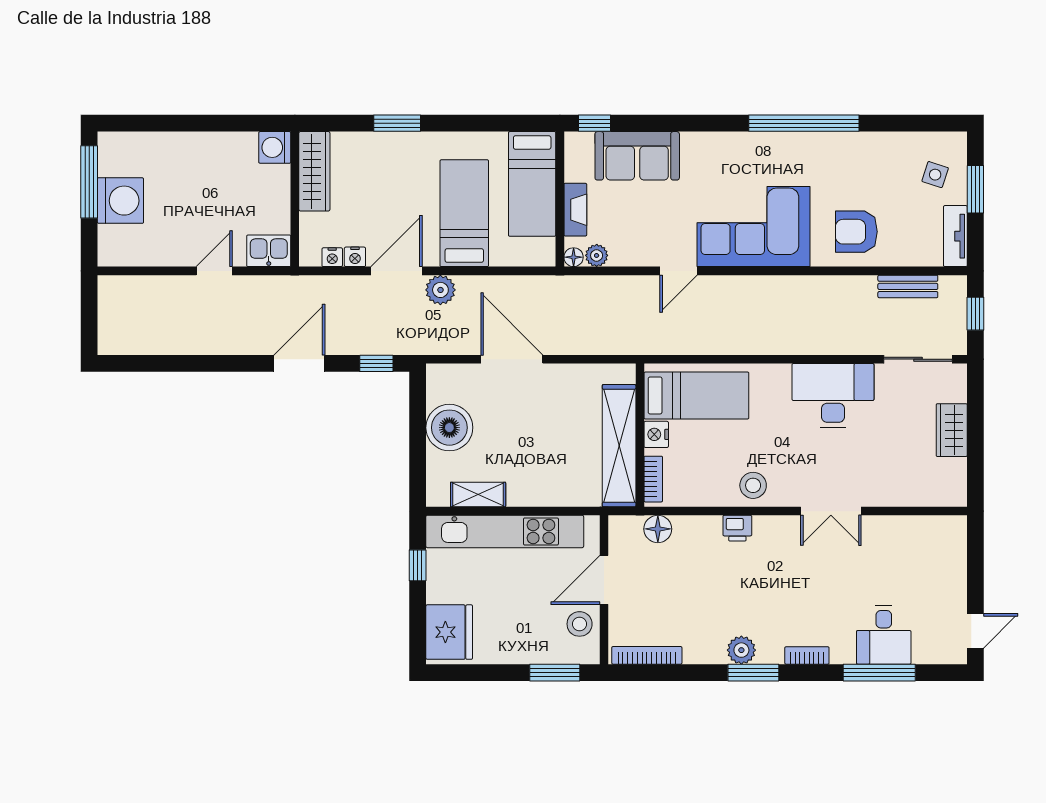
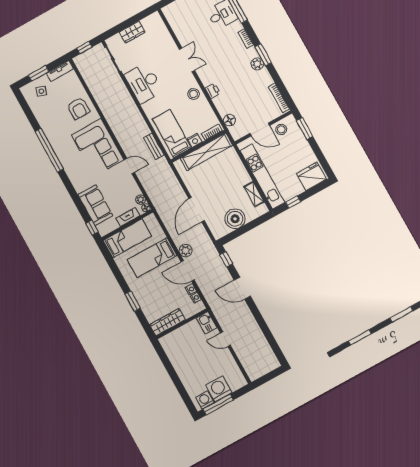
washing machine: (275, 147) -> (205, 400), moved, turned 180
bench: (908, 286) -> (154, 146), moved

